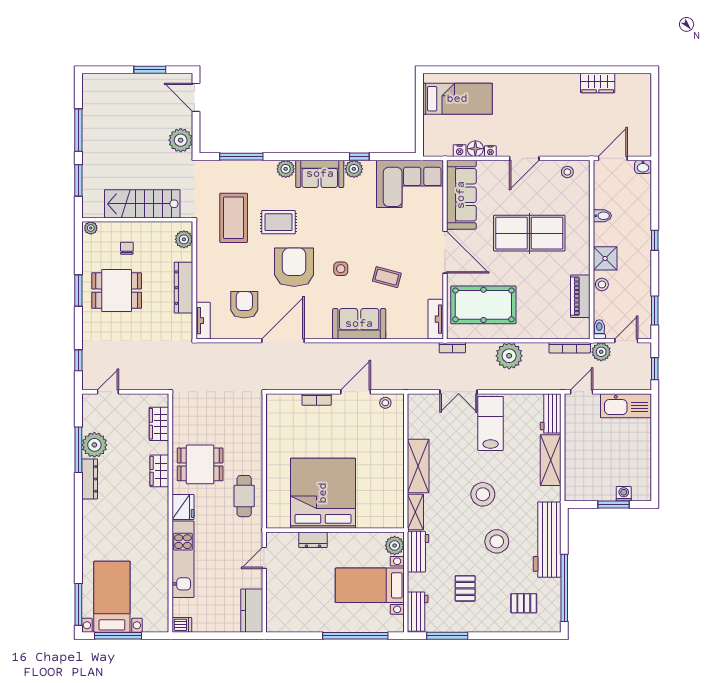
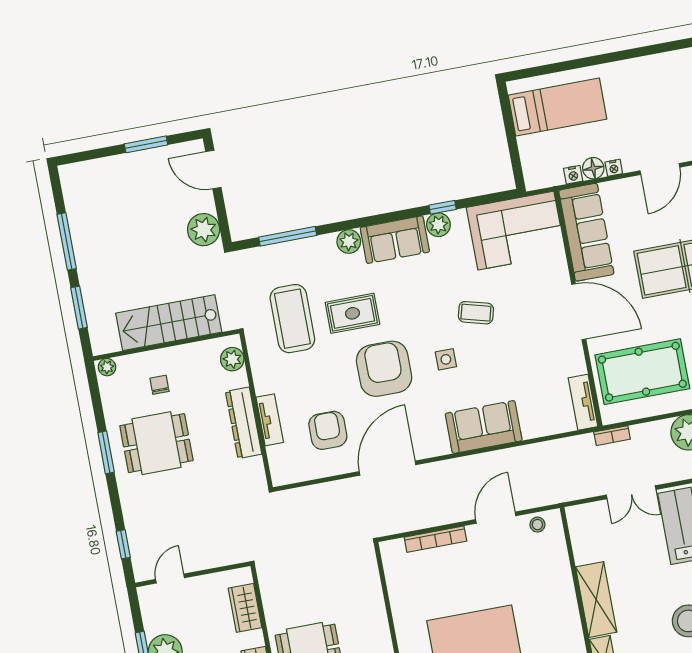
coffee table: (387, 277) -> (476, 313), moved
tv unit: (203, 321) -> (270, 420), moved
bookcase: (317, 399) -> (435, 539), width x1.56

